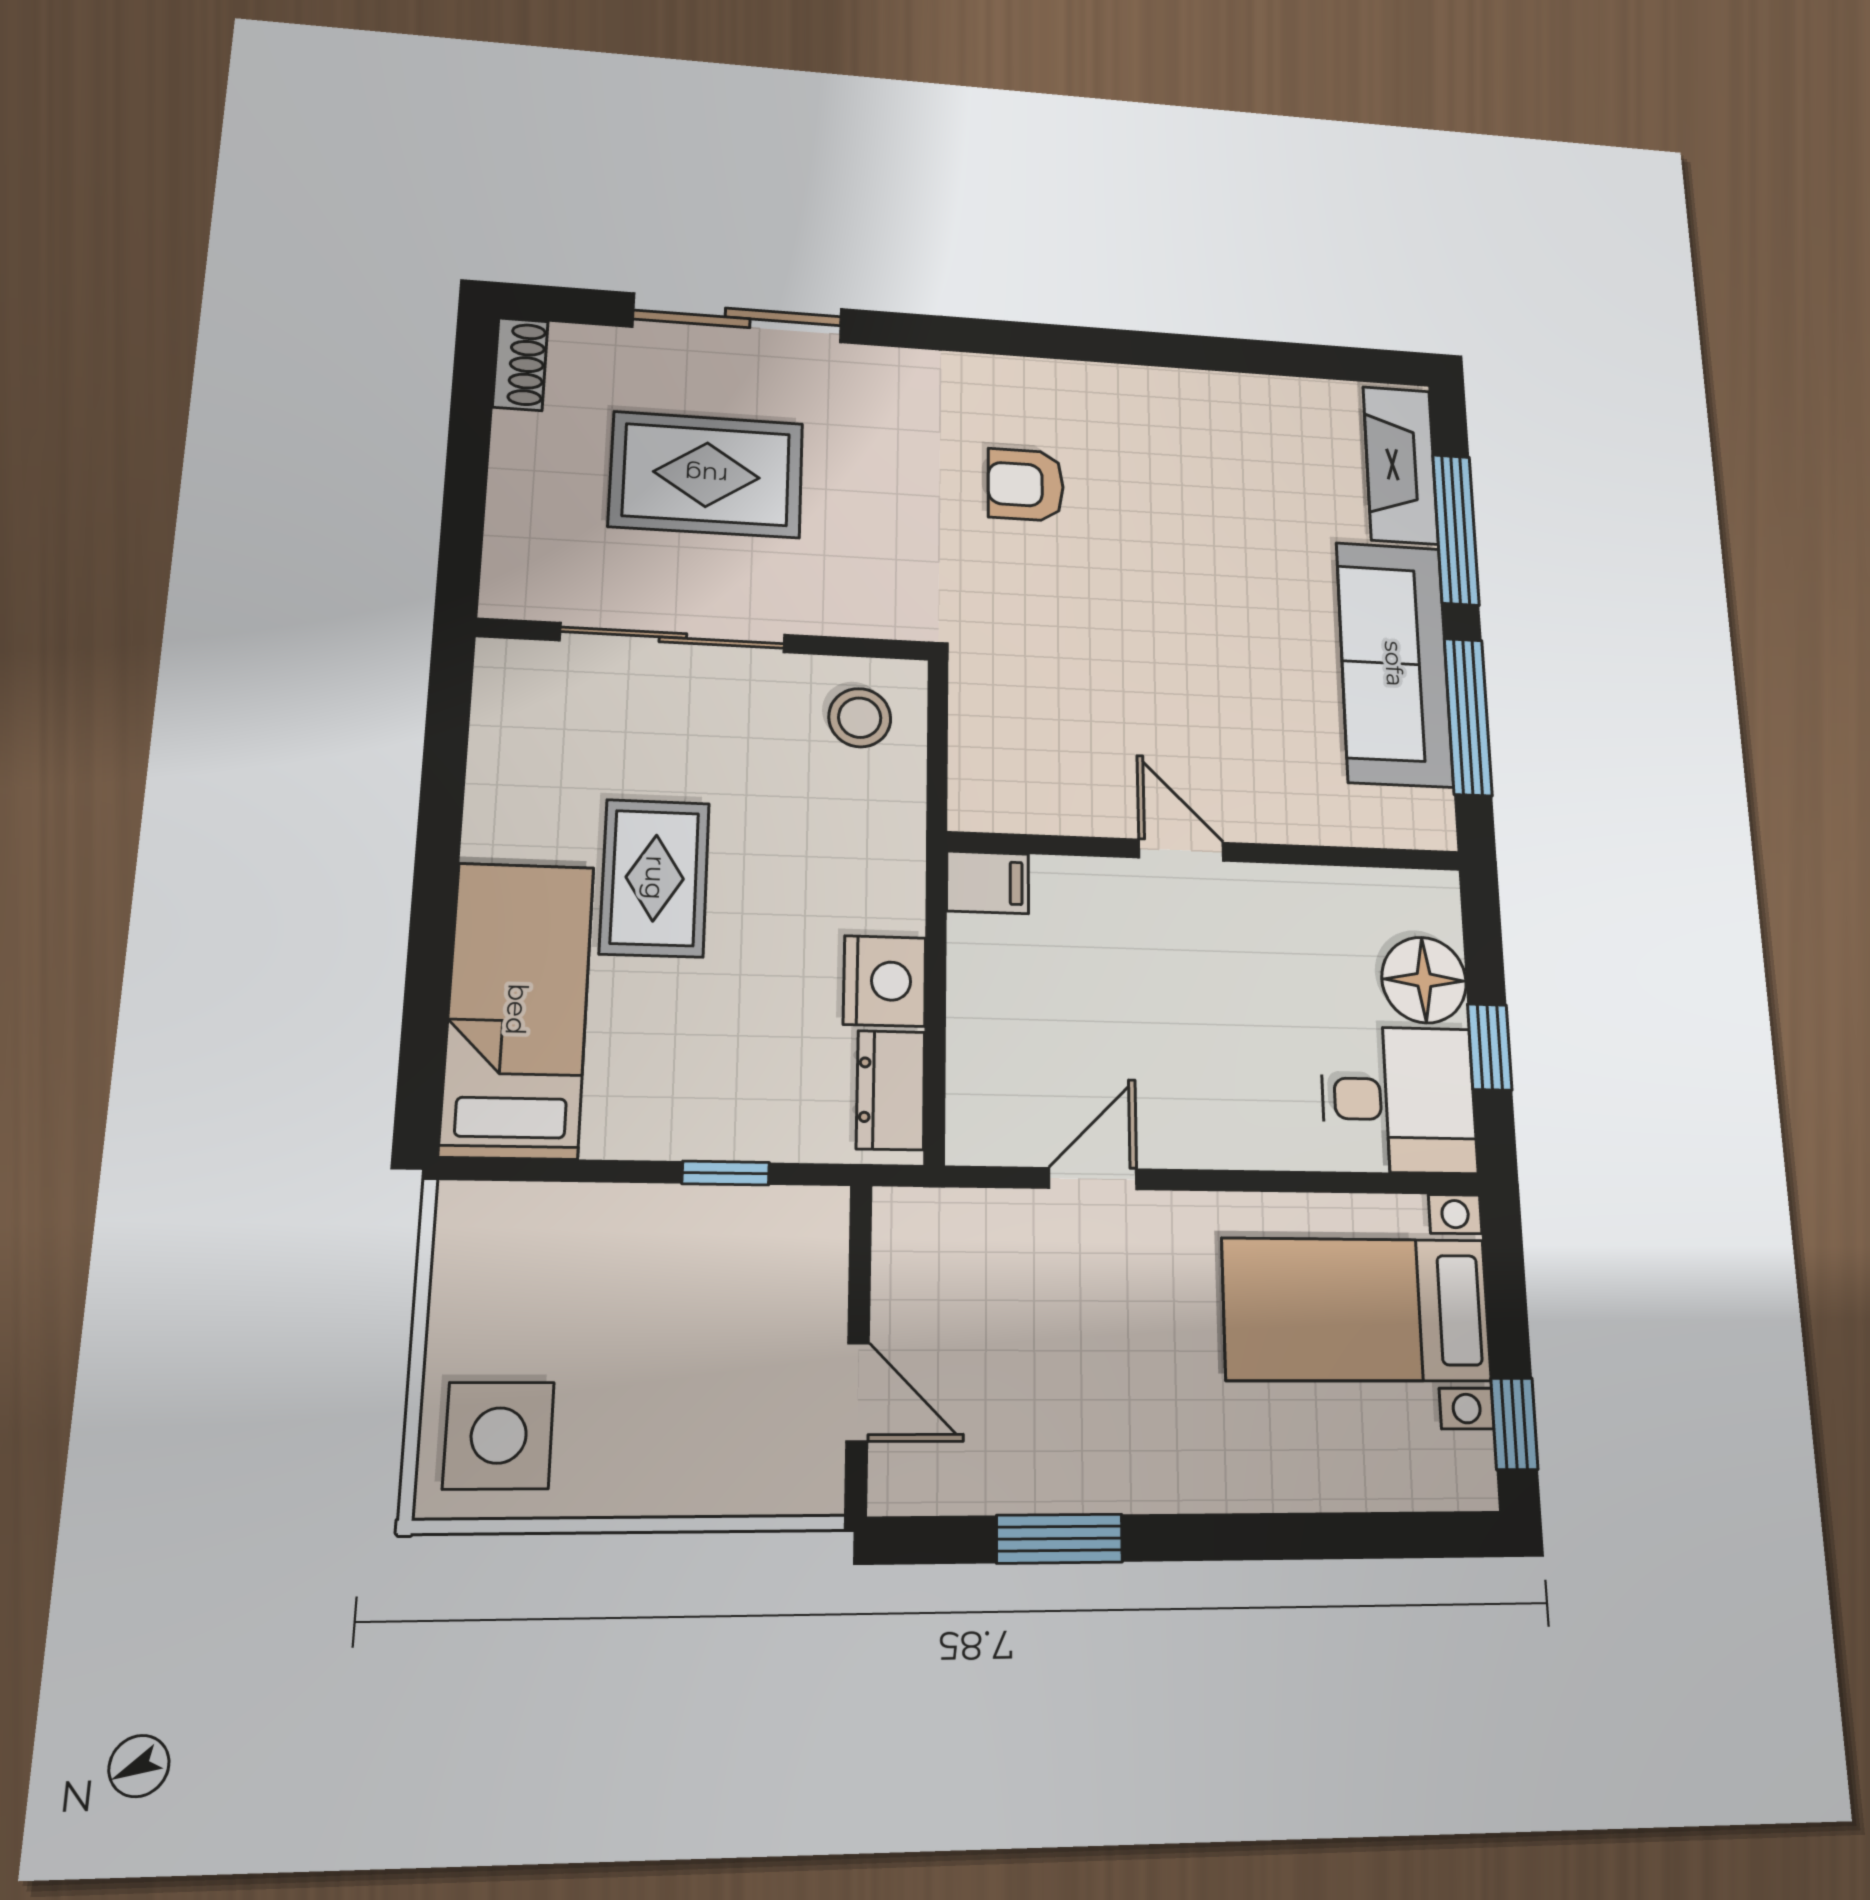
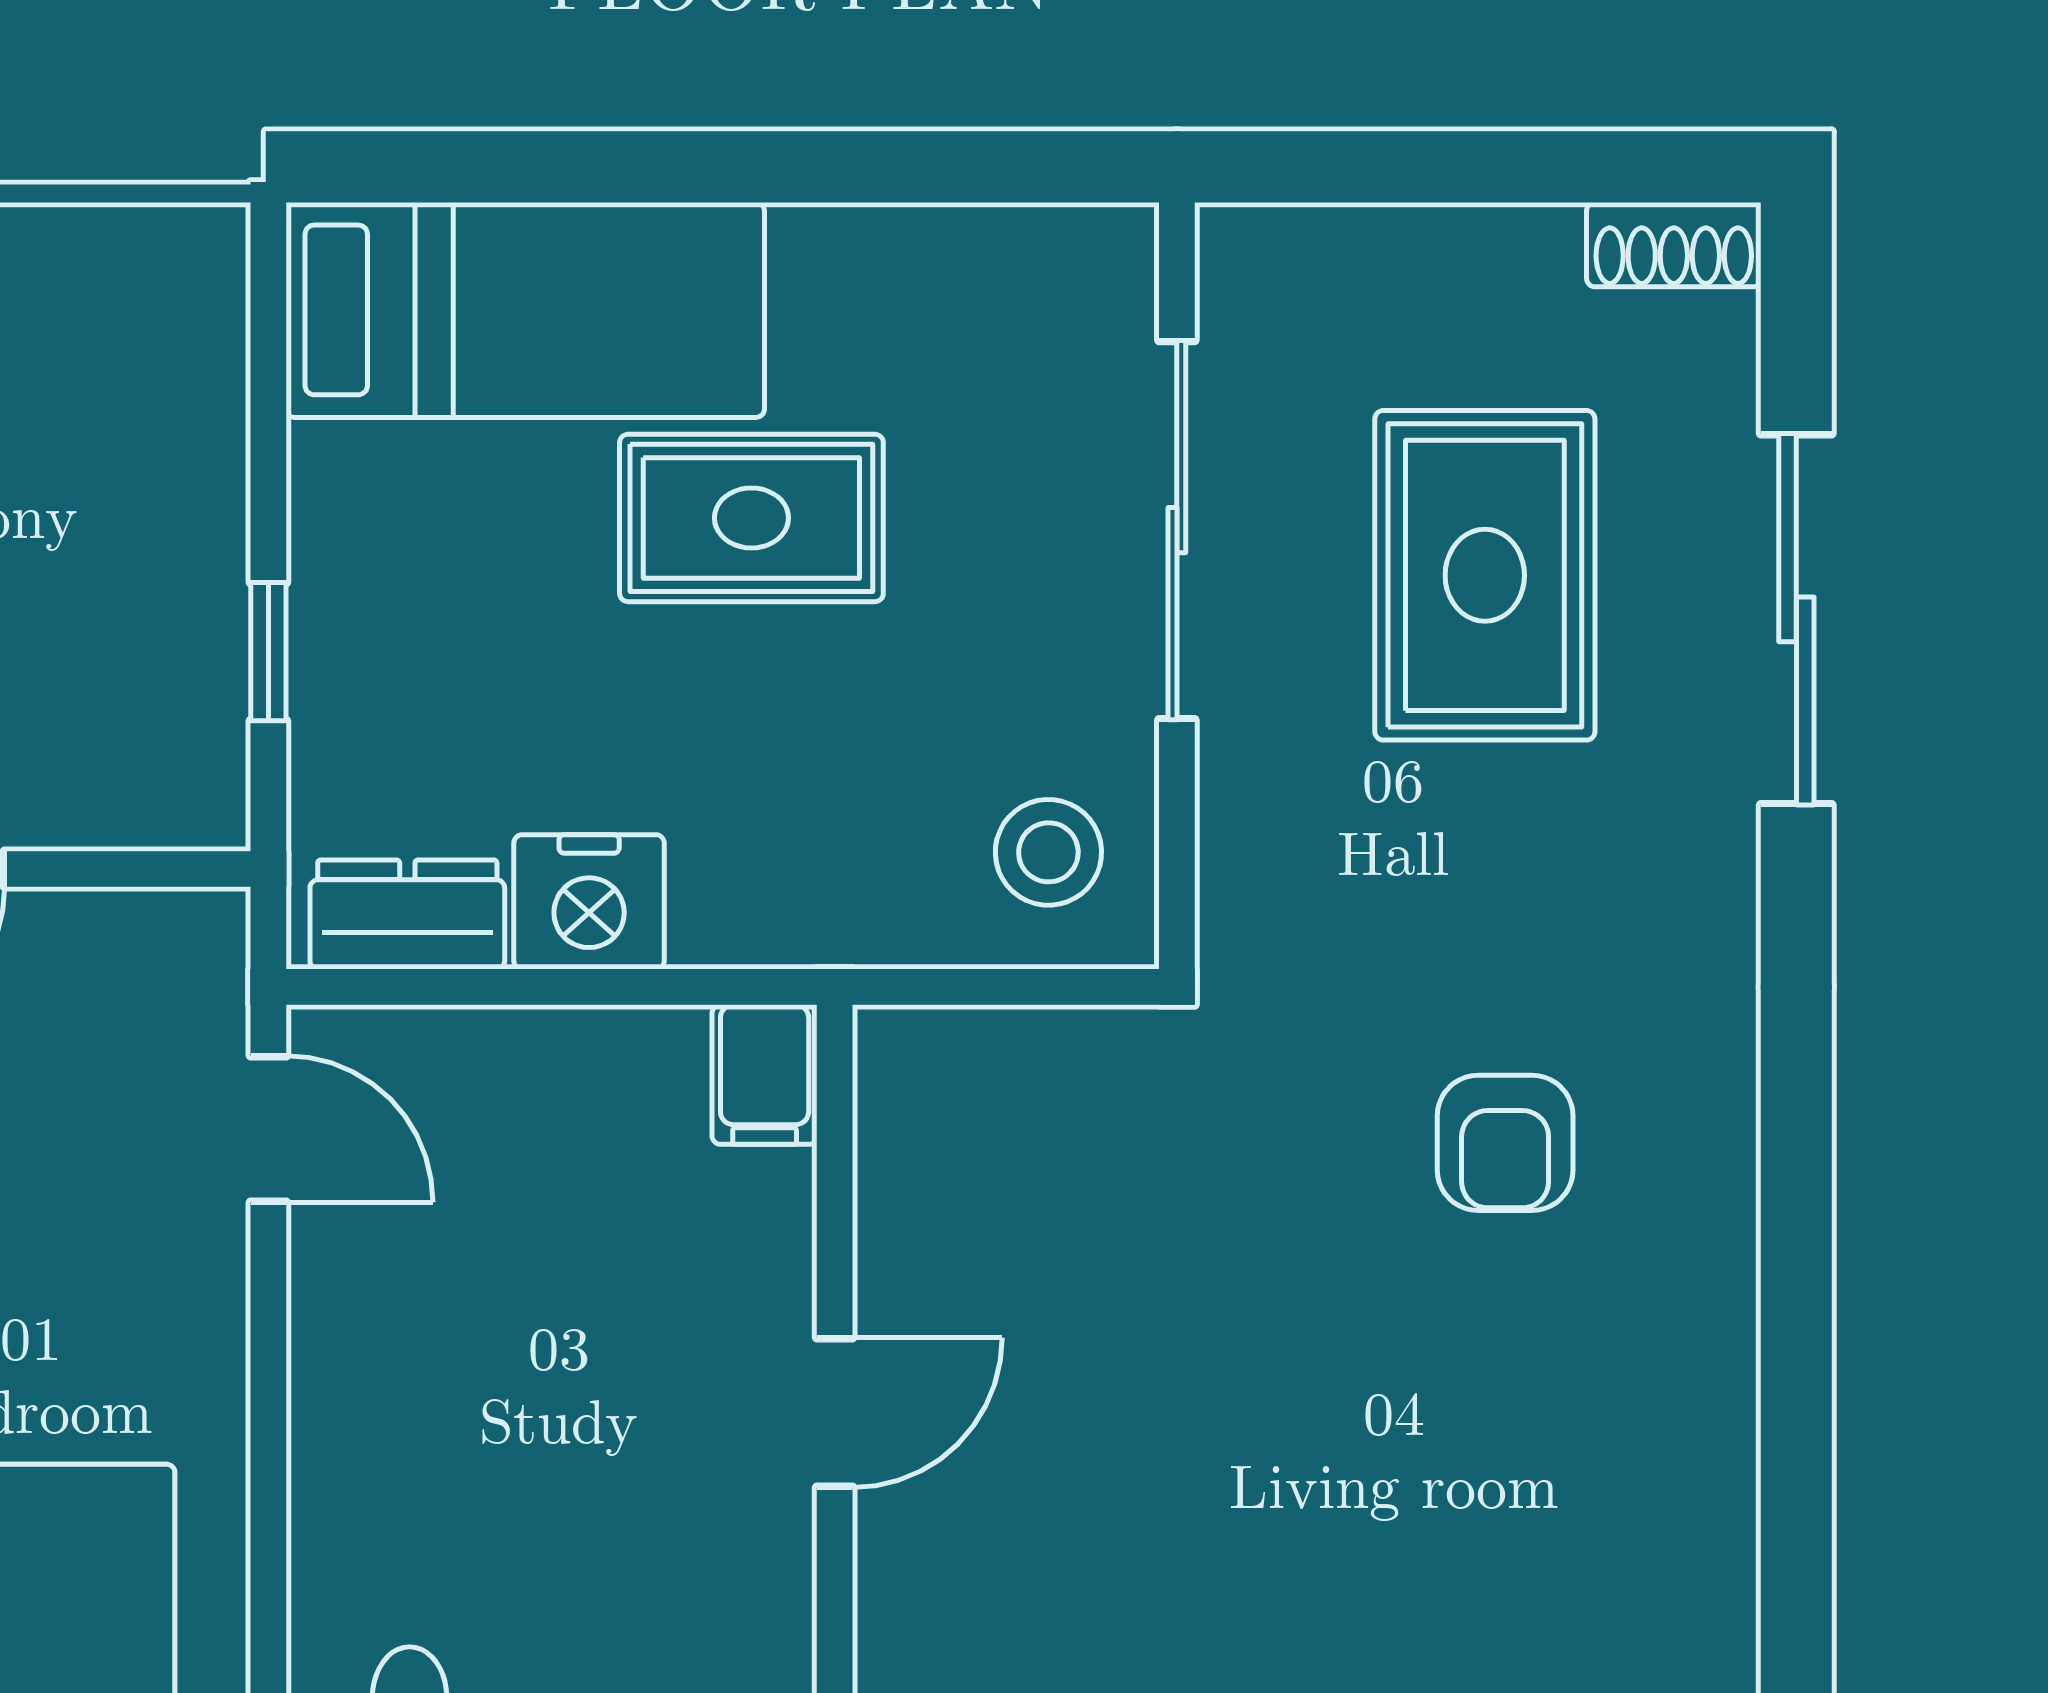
armchair: (1026, 485) -> (1505, 1143), turned 180
door: (1093, 1179) -> (268, 1129), moved

